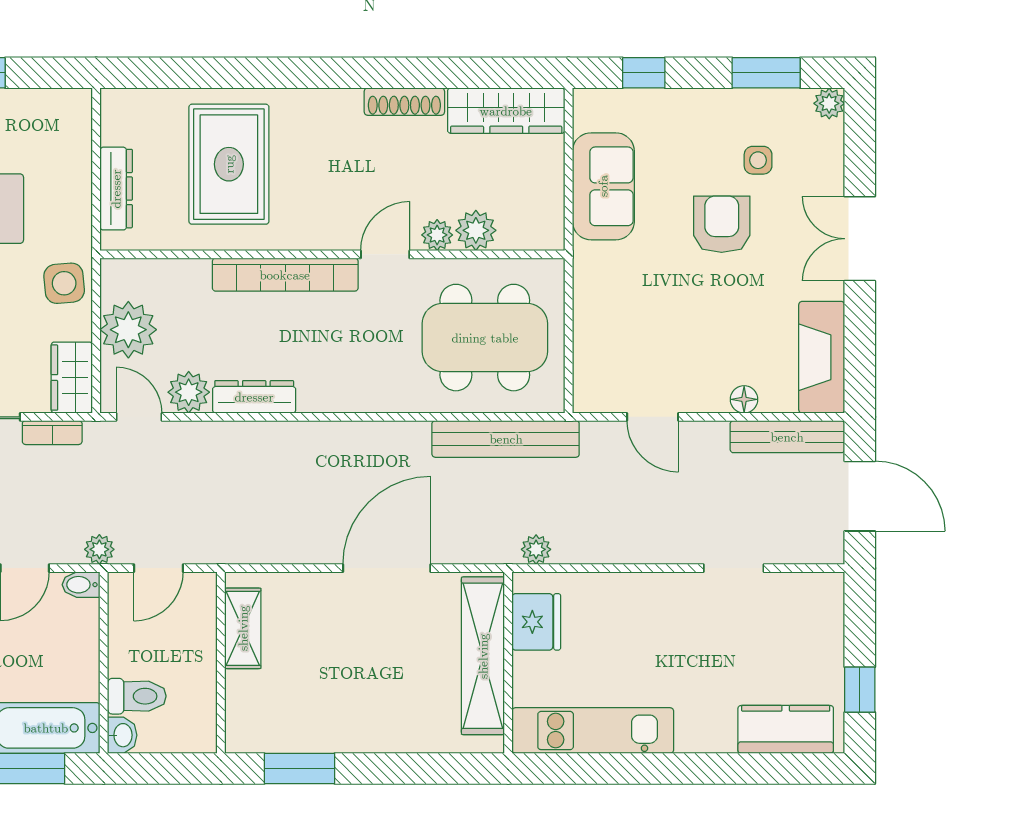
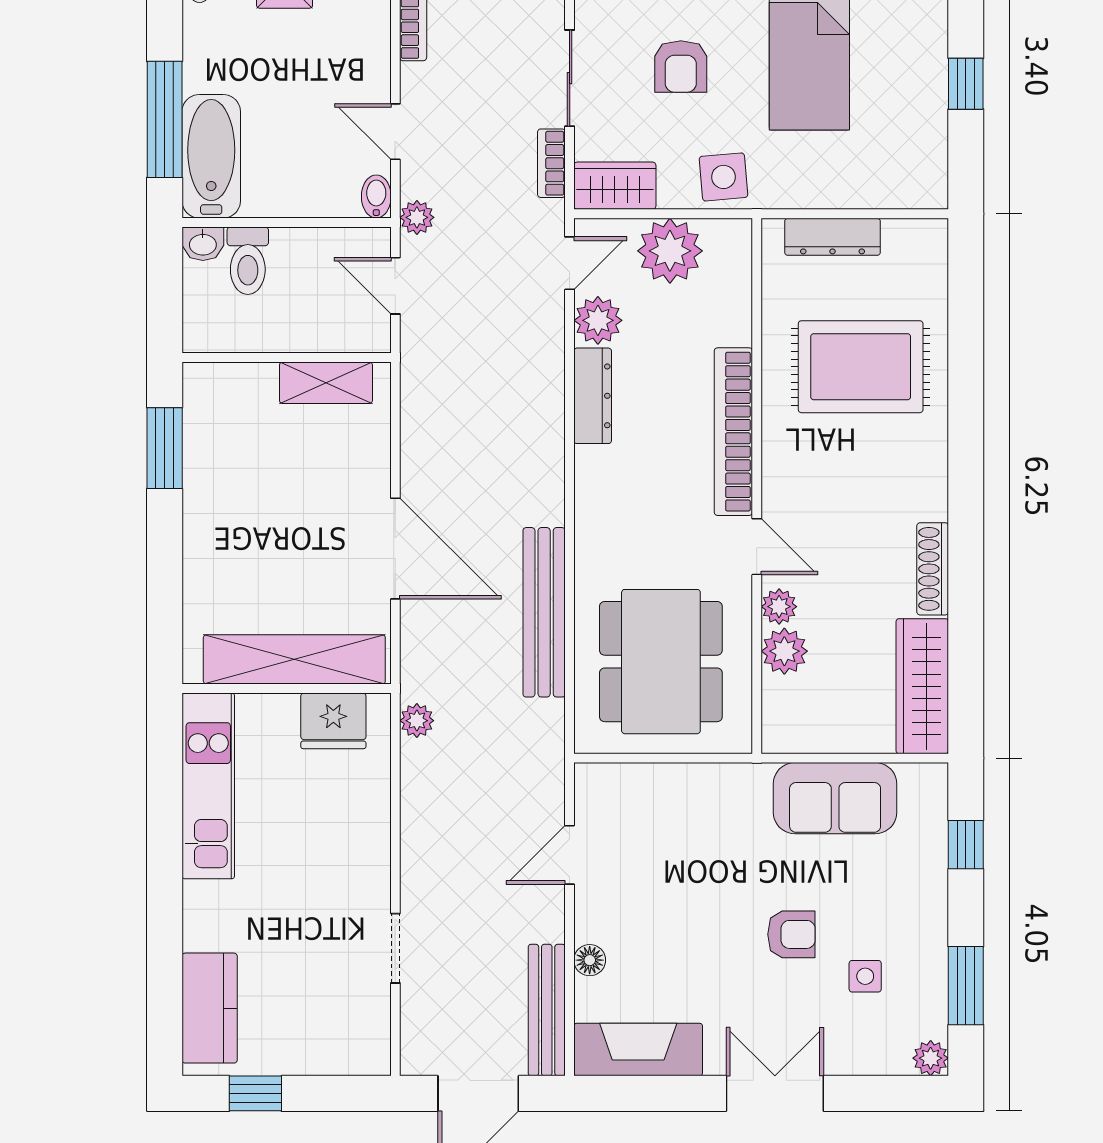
armchair: (722, 224) -> (791, 934), width x0.72, depth x0.72
bench: (506, 439) -> (544, 612), moved

